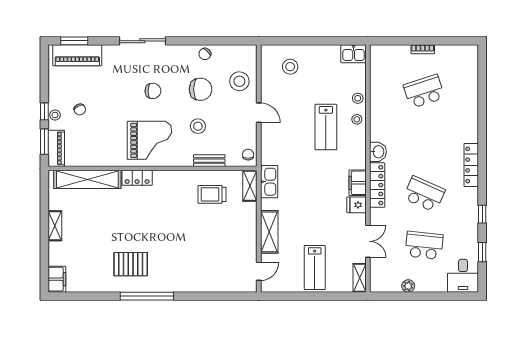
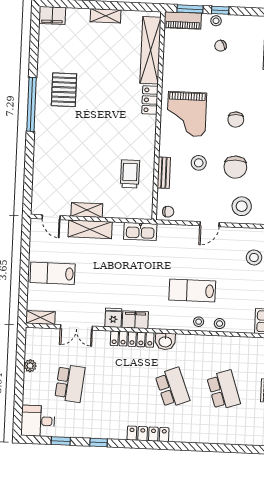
shelving: (250, 186) -> (87, 210), moved
school desk: (424, 194) -> (172, 388), moved, turned -45

